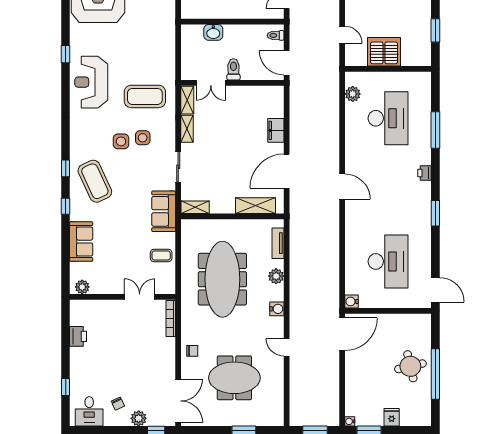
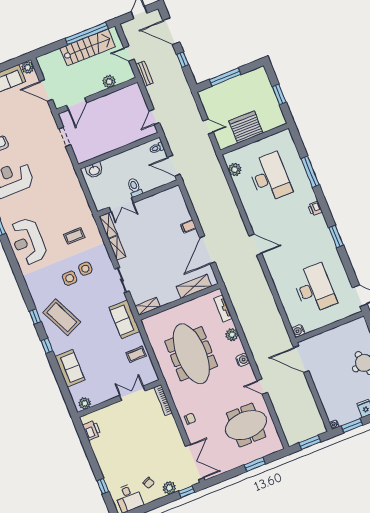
washbasin: (213, 32) -> (94, 170), moved
coffee table: (145, 96) -> (74, 236), width x0.54, depth x0.58
filing cabinet: (276, 130) -> (188, 226), width x0.50
door: (342, 334) -> (301, 359), swing flipped
printer: (78, 336) -> (92, 430), moved
meeting table: (234, 378) -> (246, 425), moved

